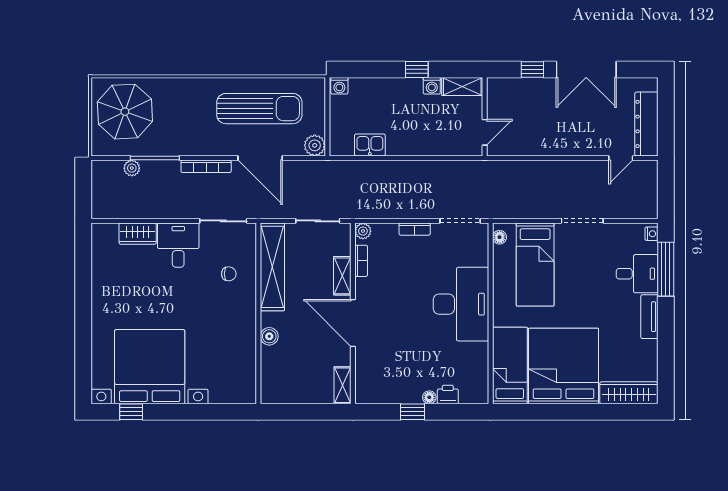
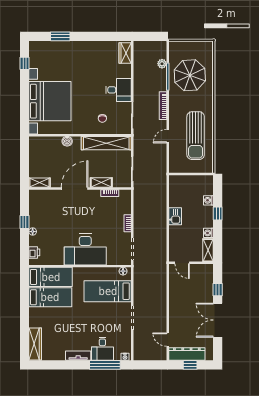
window: (417, 69) -> (218, 213), moved
washing machine: (339, 86) -> (208, 200), moved
parasol: (125, 112) -> (190, 75), moved
window: (666, 118) -> (190, 365), added
plant: (315, 145) -> (175, 167), removed
kitchen sink: (370, 145) -> (175, 216), moved
door: (260, 158) -> (168, 136), width x0.53
plant: (363, 231) -> (126, 194), removed
wardrobe: (138, 234) -> (125, 53), moved
window: (83, 348) -> (60, 36), added
bed: (564, 366) -> (50, 297), width x0.49
bed with nightstands: (150, 367) -> (50, 101), moved
printer: (448, 394) -> (34, 252), moved

